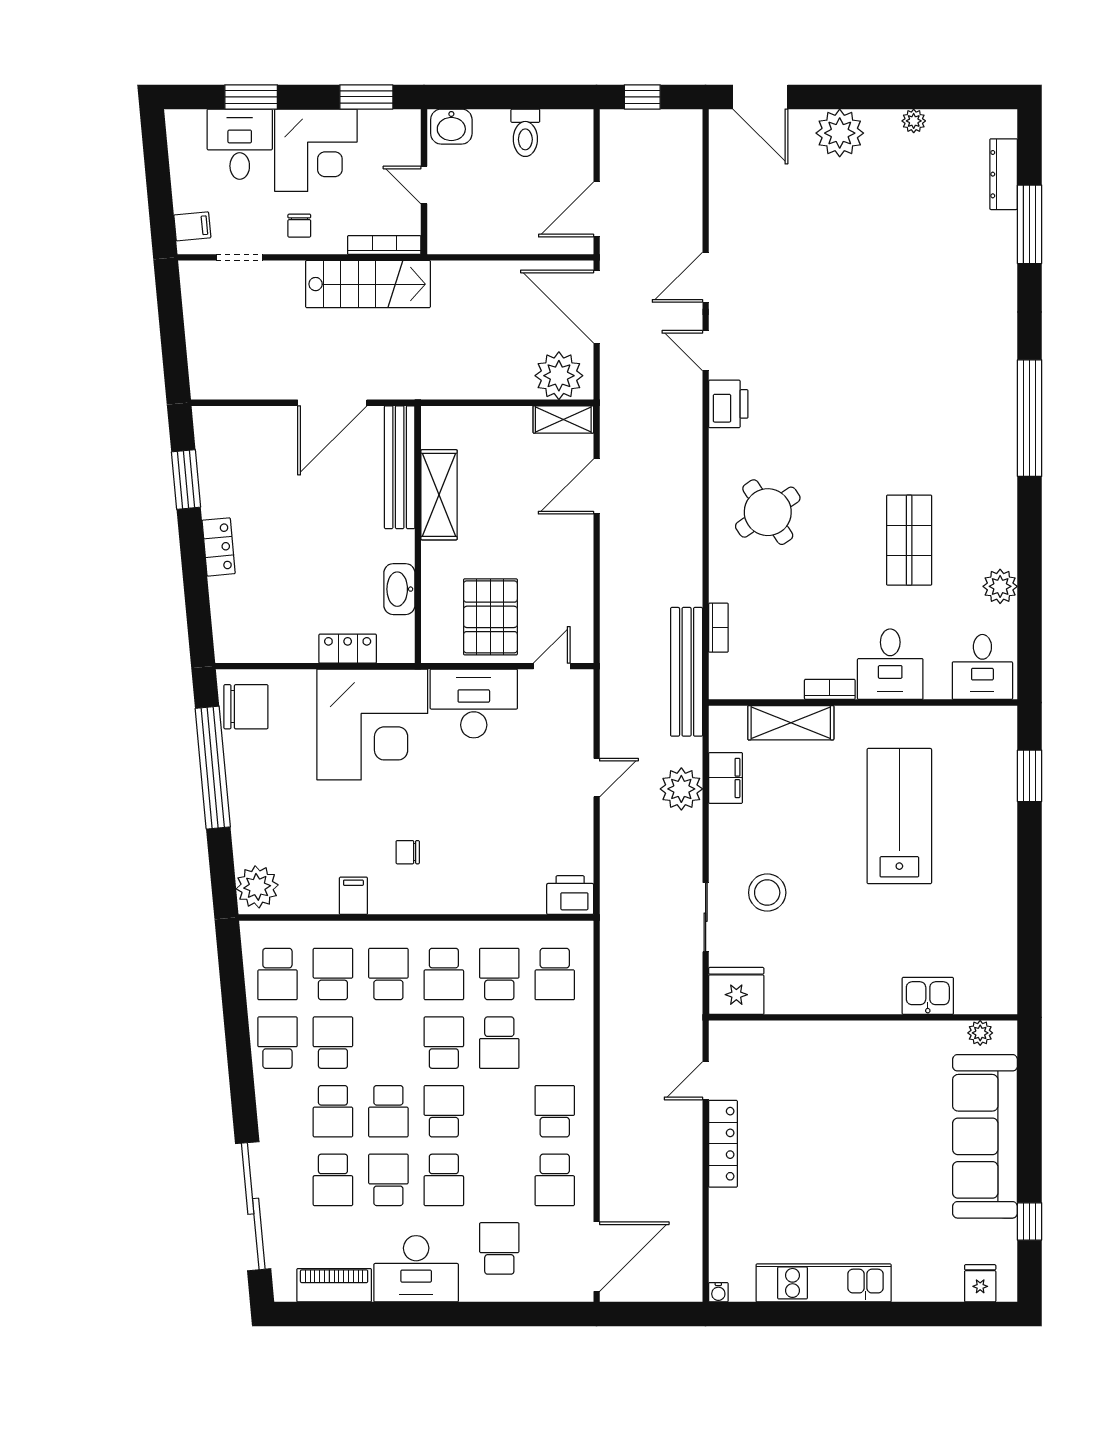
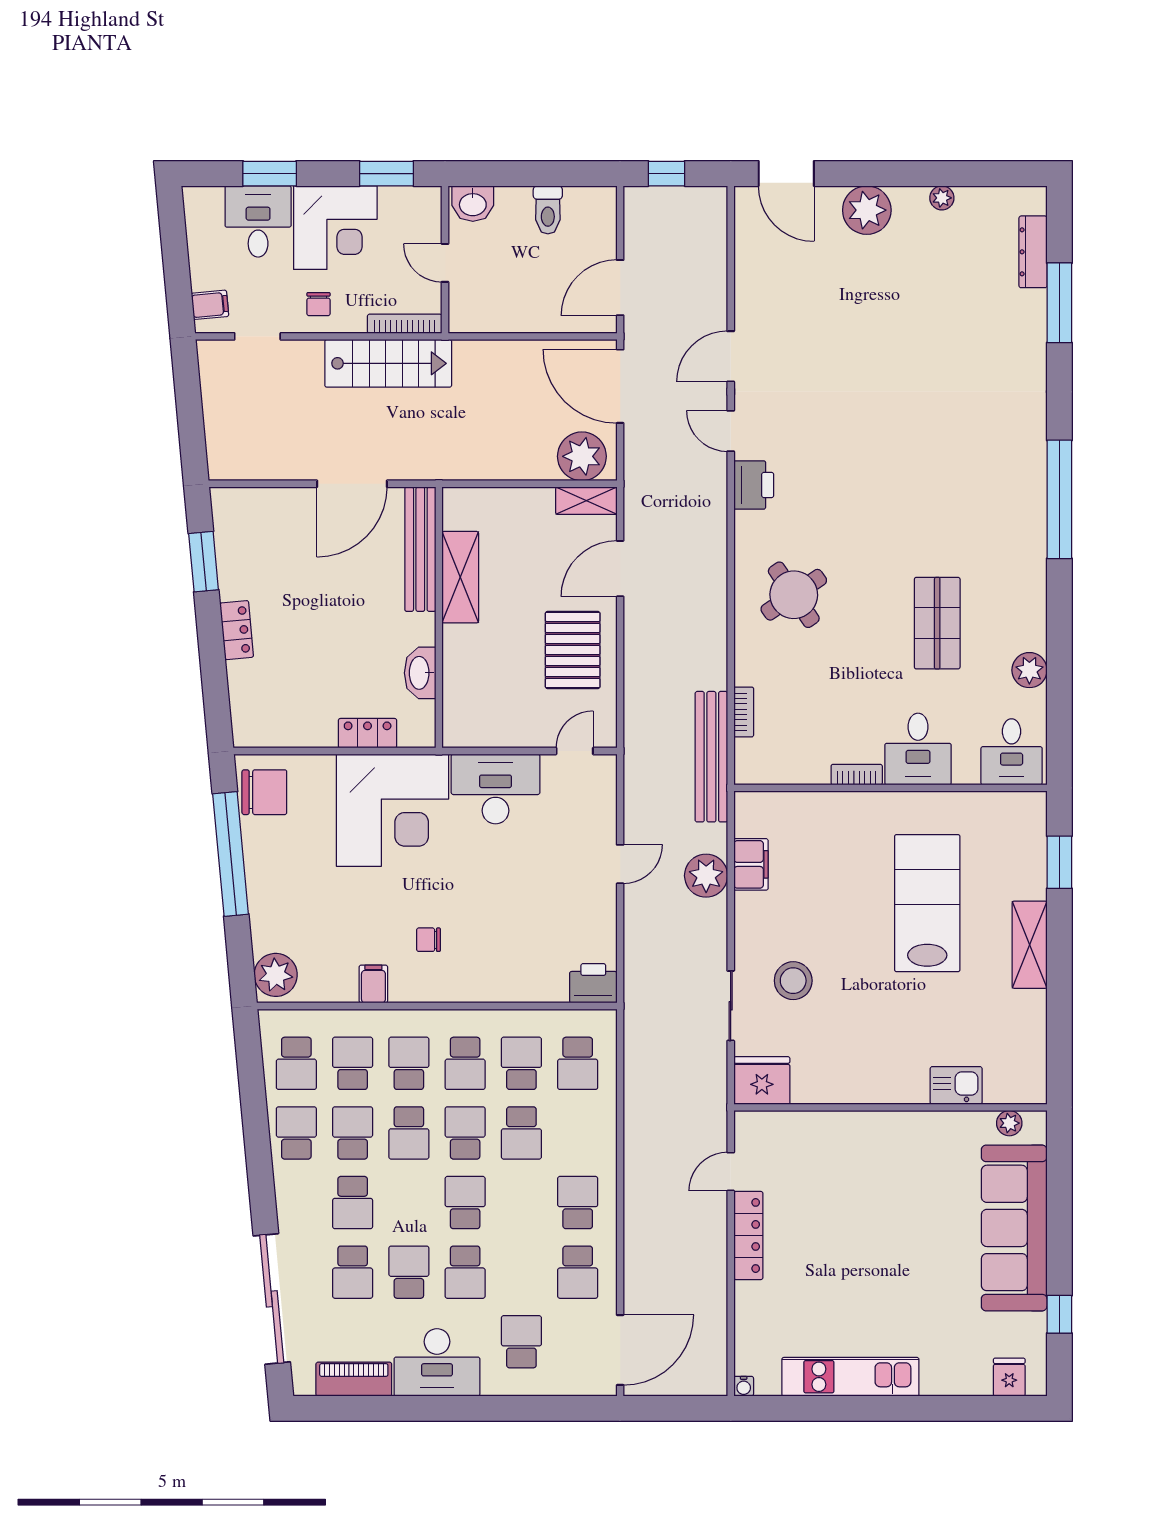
pallet: (490, 617) -> (573, 650), moved
shelving: (791, 723) -> (1030, 945), moved, turned 90
school desk: (388, 1111) -> (409, 1133), moved

